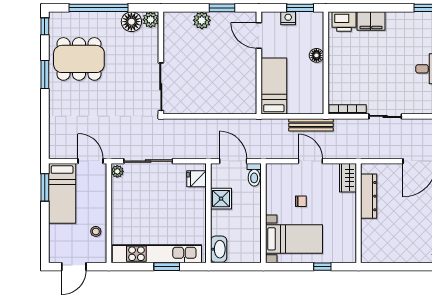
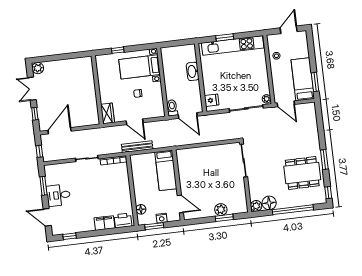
window: (222, 8) -> (224, 218), moved
floor lamp: (316, 55) -> (141, 209), moved
dresser: (369, 196) -> (92, 102), removed
shower: (221, 199) -> (193, 89), removed
washbasin: (219, 249) -> (193, 71), moved

